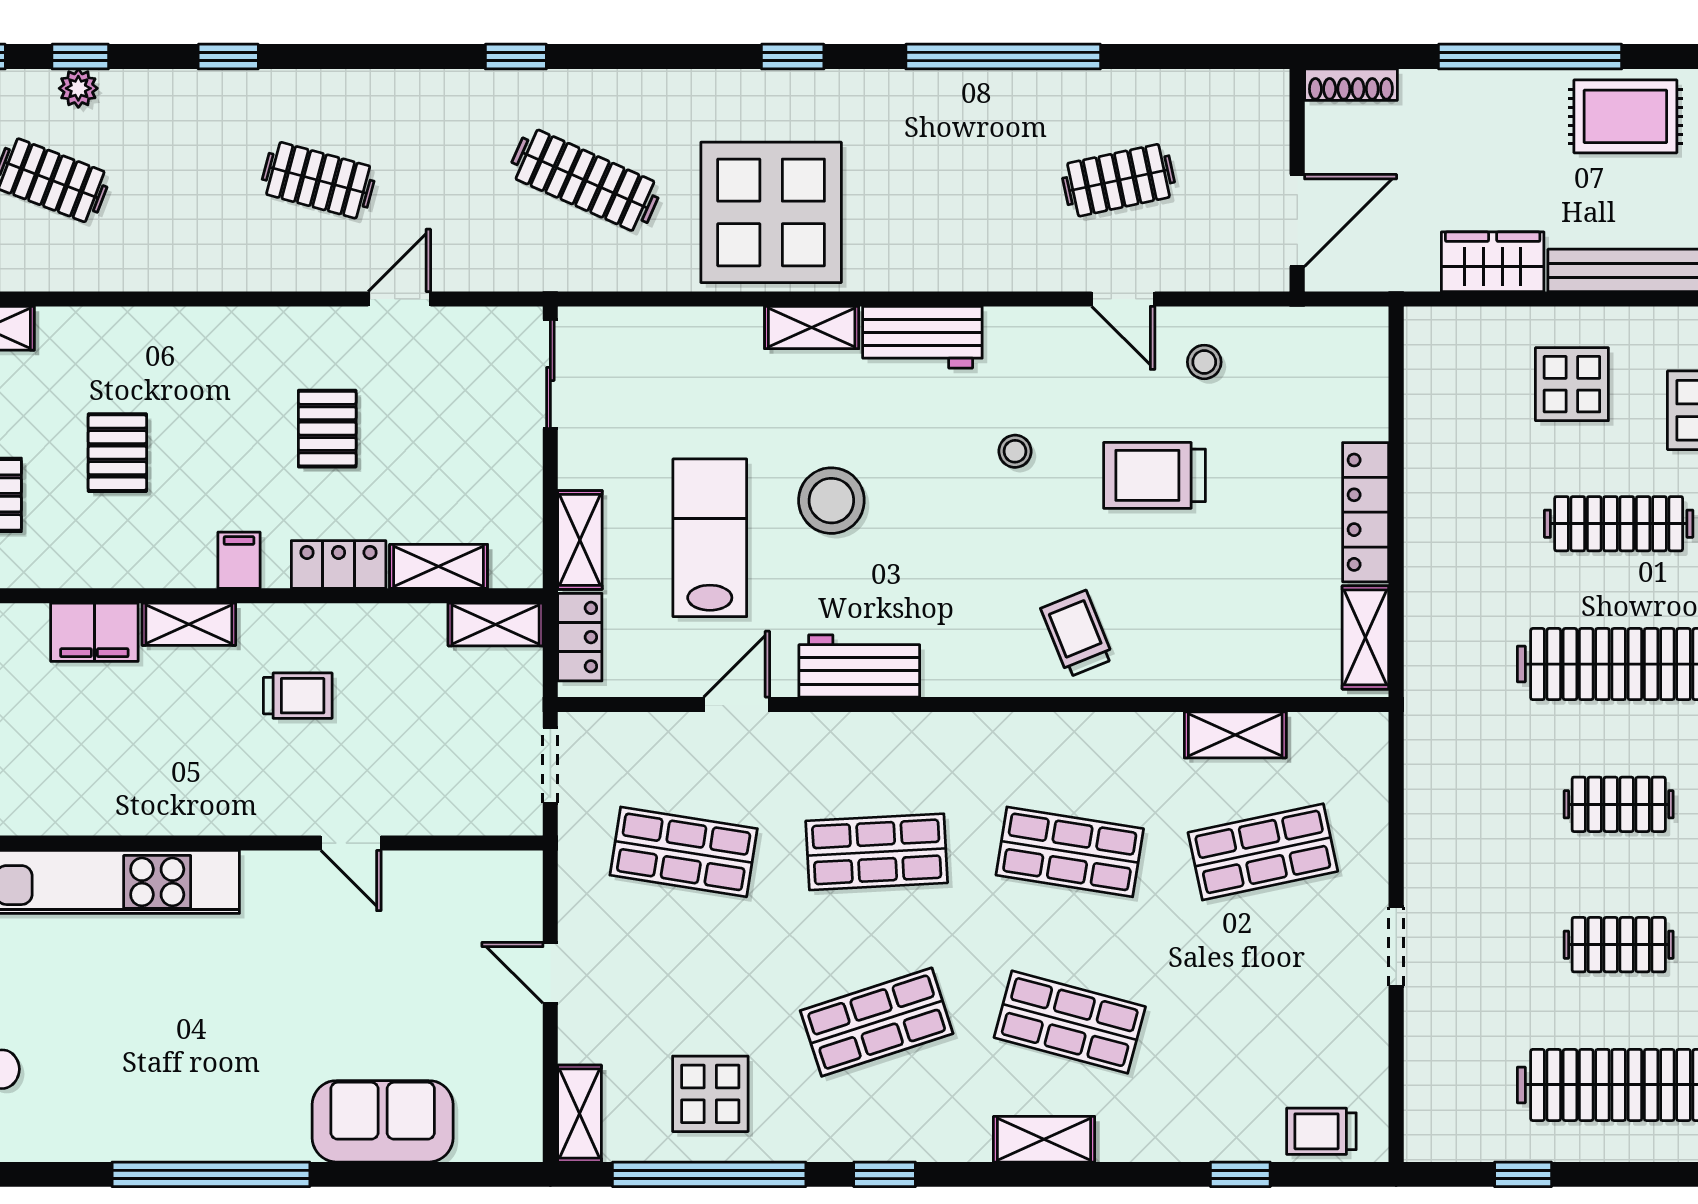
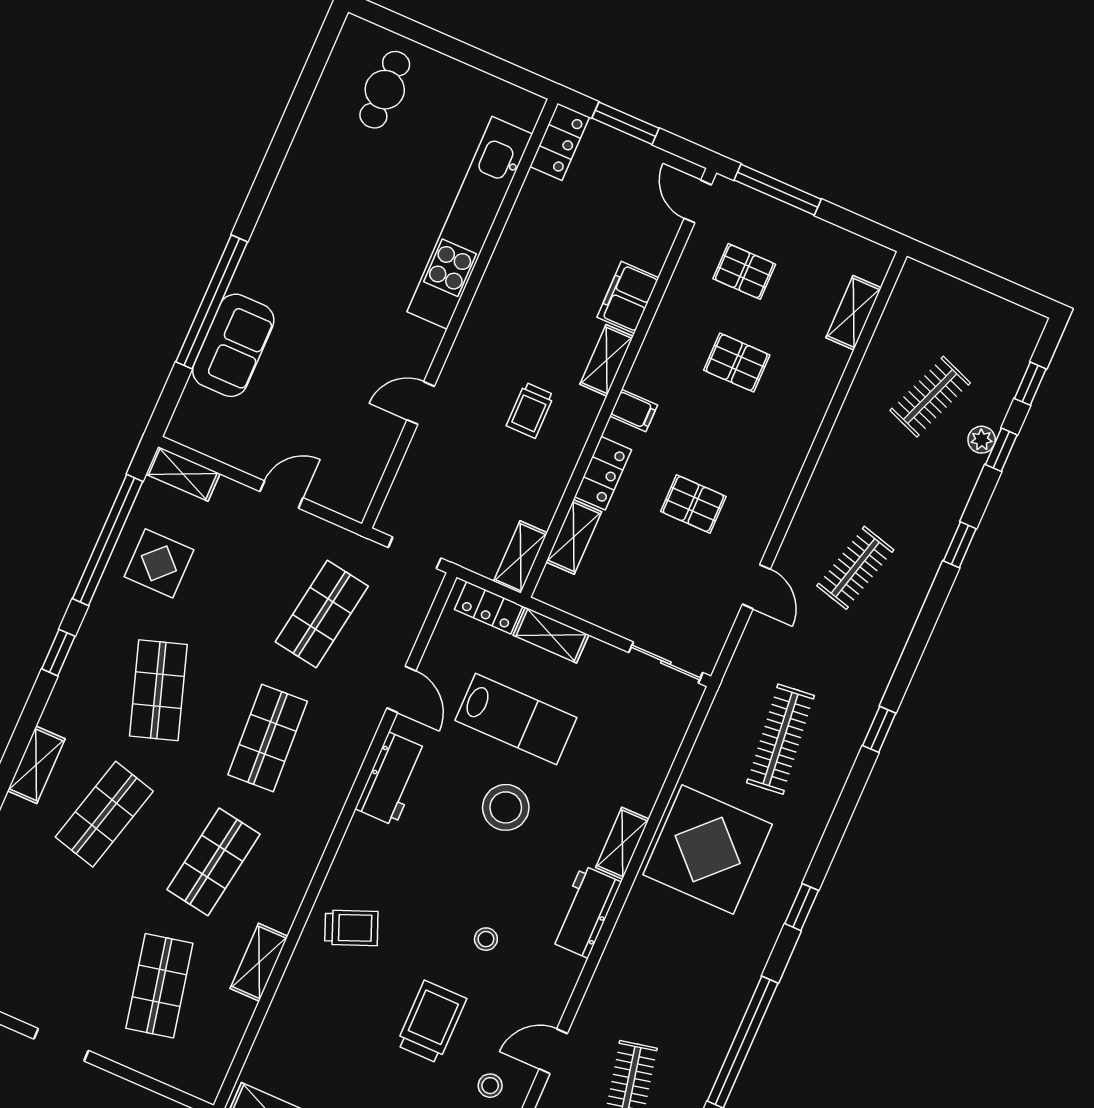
clothes rail: (585, 180) -> (780, 739), turned -30
shelving: (1235, 735) -> (259, 962), moved
window: (211, 1174) -> (212, 302), moved

